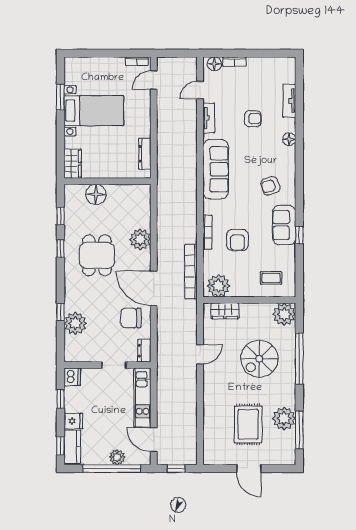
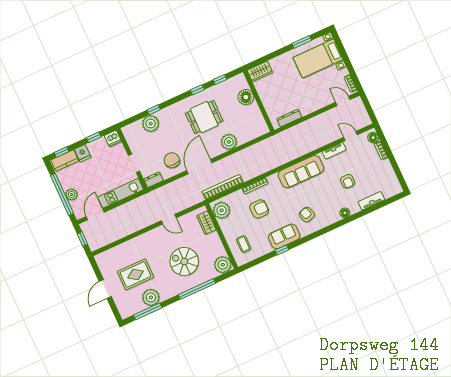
bed with nightstands: (94, 111) -> (318, 58), moved, turned 90
armchair: (237, 240) -> (259, 209), turned 180

